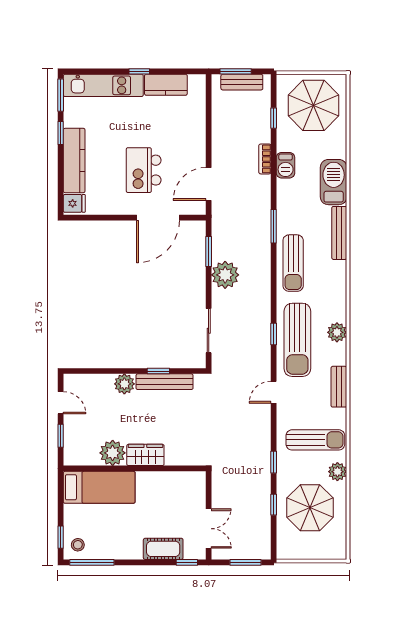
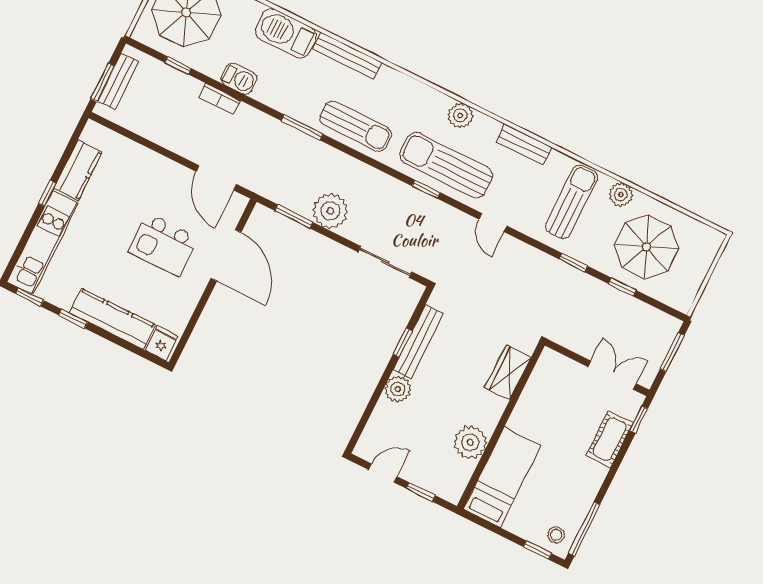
window: (61, 95) -> (30, 297), width x0.67
sun lounger: (297, 340) -> (446, 165), turned 180
wardrobe: (145, 455) -> (508, 372), moved

